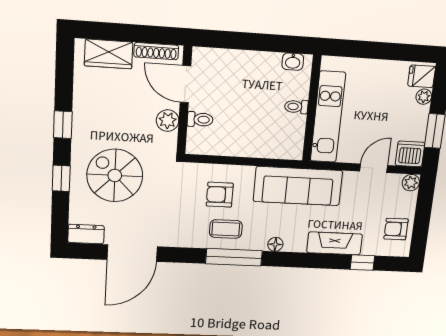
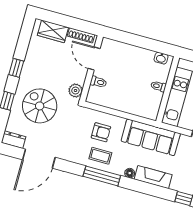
plant: (168, 121) -> (75, 91), moved
armchair: (220, 195) -> (101, 132), turned 180
fireplace: (335, 243) -> (153, 177), moved

